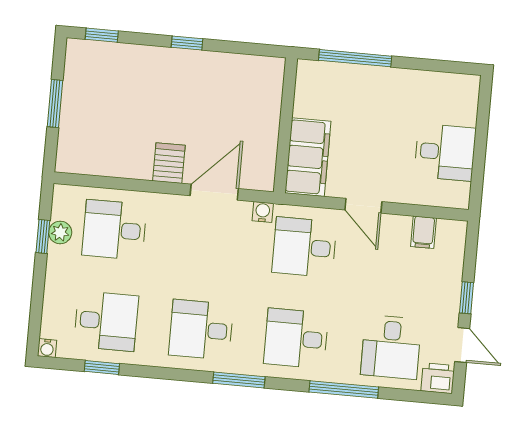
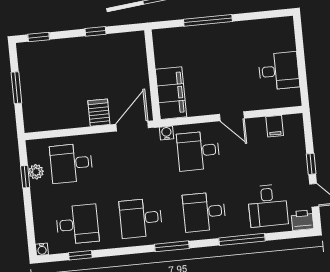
wall: (286, 125) -> (152, 75), moved
filing cabinet: (308, 157) -> (171, 93), moved

